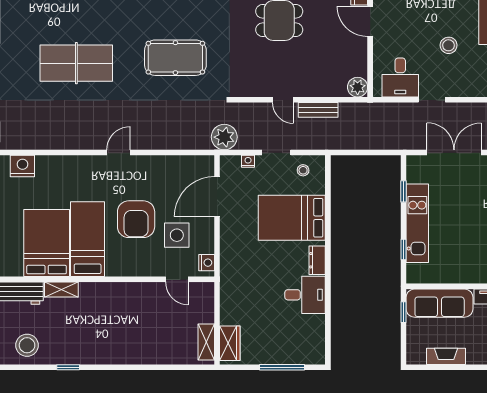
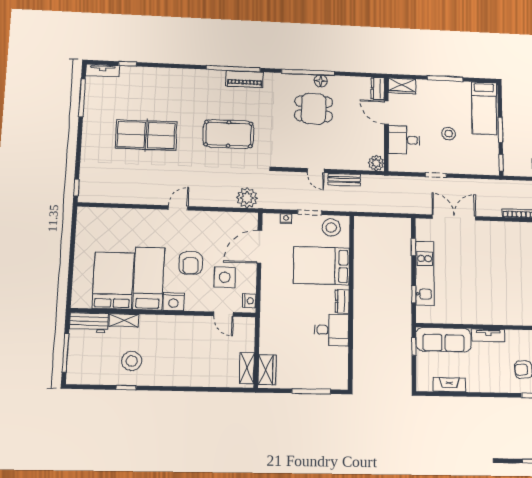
desk: (400, 78) -> (404, 140), moved, turned 90
plant: (224, 137) -> (247, 198), moved
nightstand: (22, 166) -> (174, 302), moved, turned 180
stool: (303, 170) -> (331, 227), width x1.89, depth x1.89
armchair: (136, 219) -> (191, 263), width x0.73, depth x0.73
stool: (27, 345) -> (132, 361), moved

